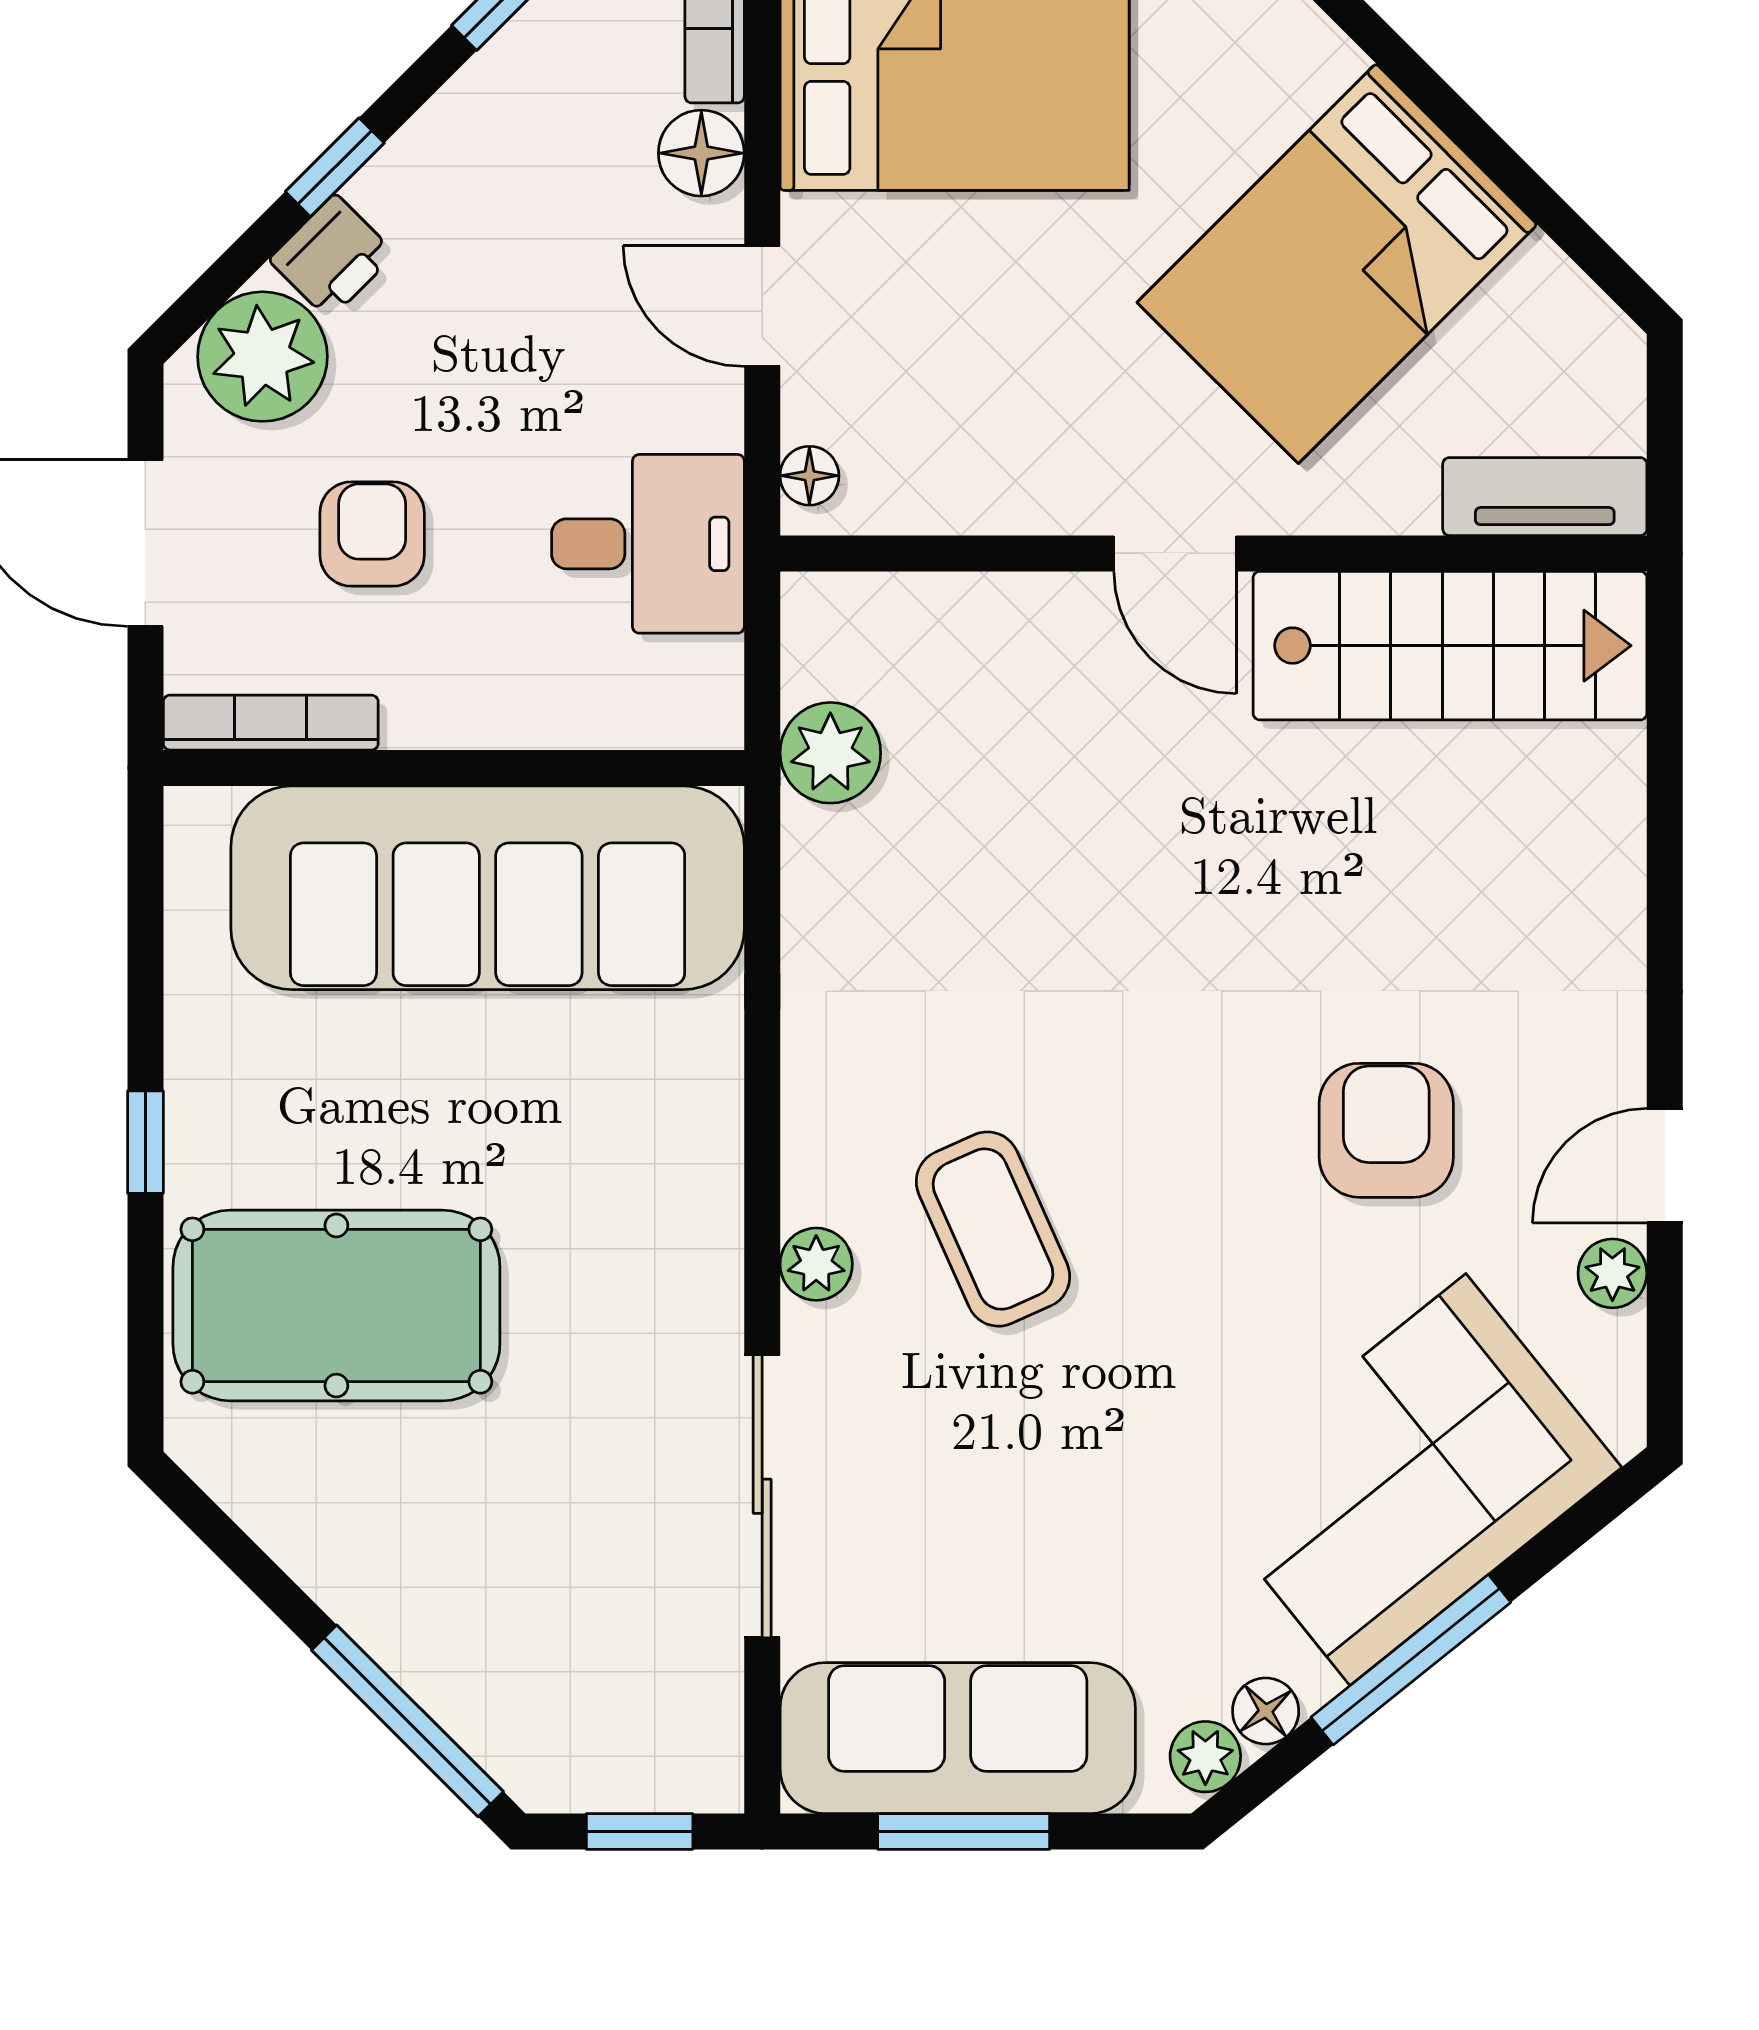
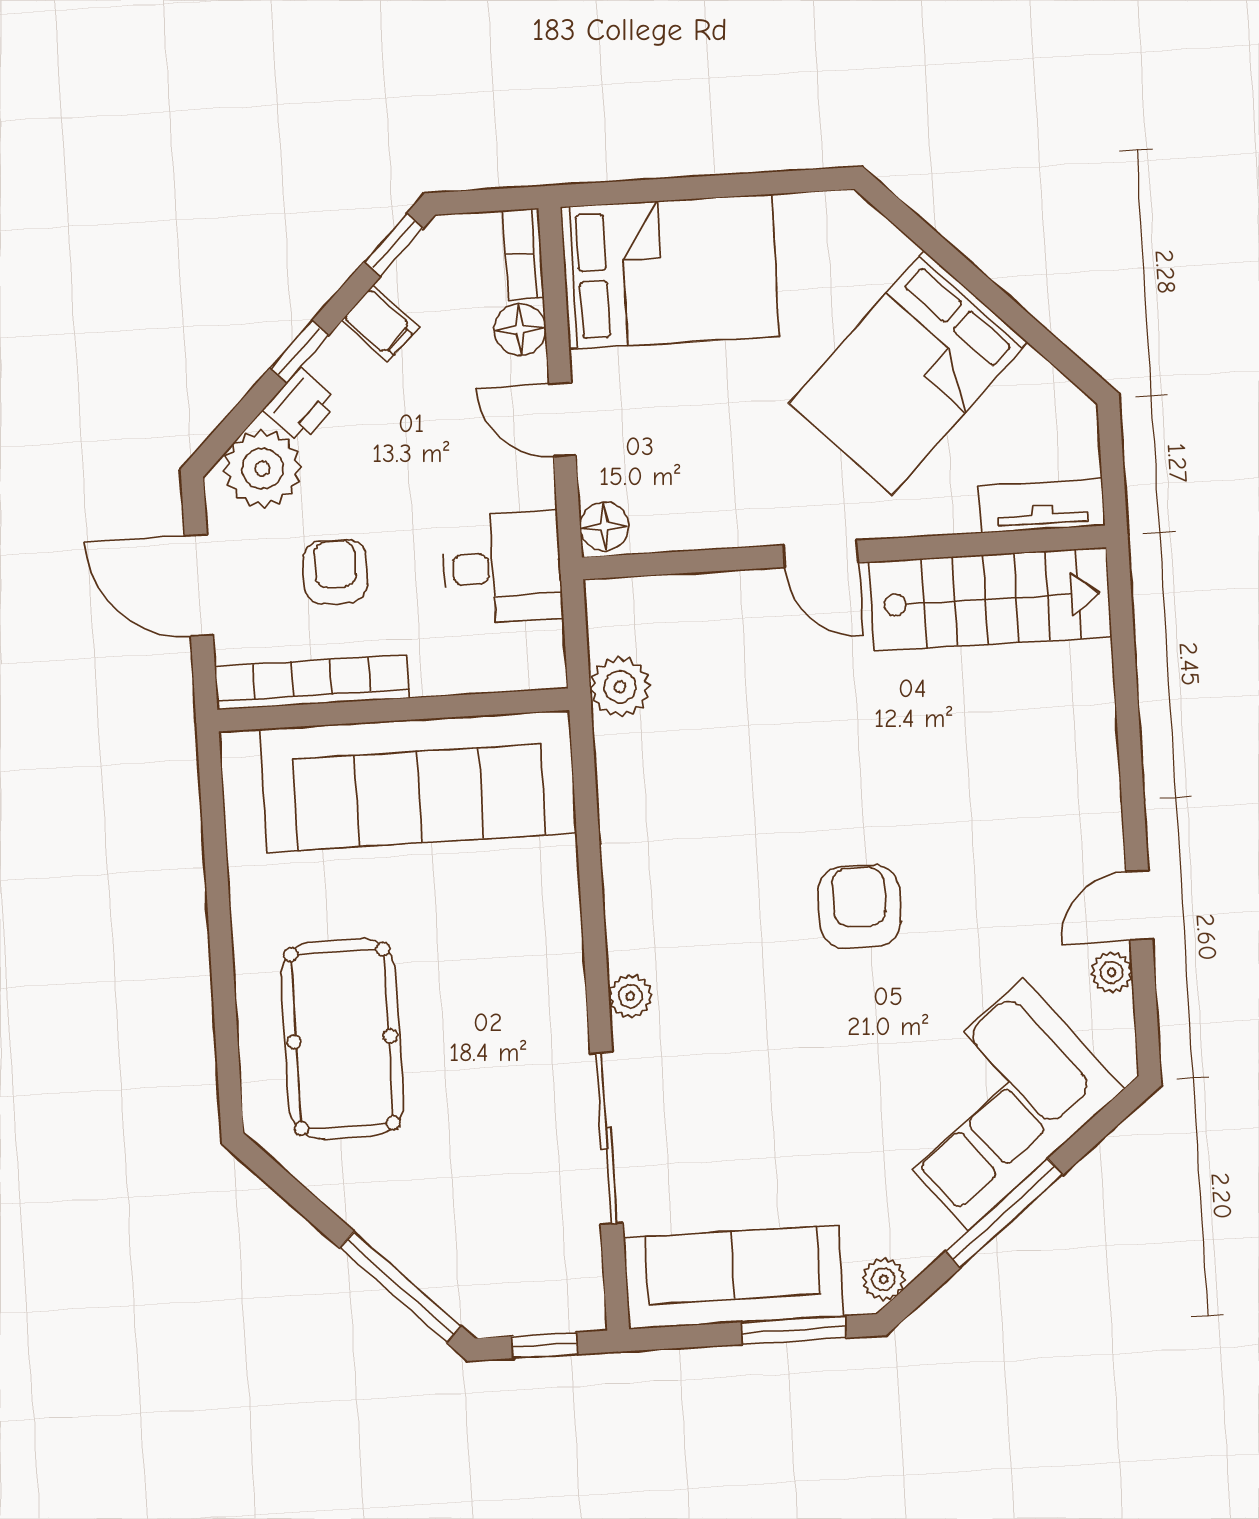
filing cabinet: (471, 130) -> (380, 324), added
floor lamp: (809, 476) -> (604, 527), width x1.37, depth x1.37
bookcase: (271, 723) -> (312, 682), width x1.48, depth x1.31
armchair: (1386, 1130) -> (859, 907), moved
window: (145, 1142) -> (221, 947), removed
coffee table: (993, 1229) -> (736, 968), removed
pool table: (336, 1306) -> (342, 1039), turned 90
floor lamp: (1266, 1711) -> (918, 1249), removed
window: (964, 1831) -> (794, 1330), moved

